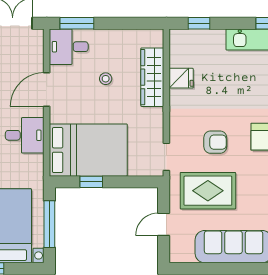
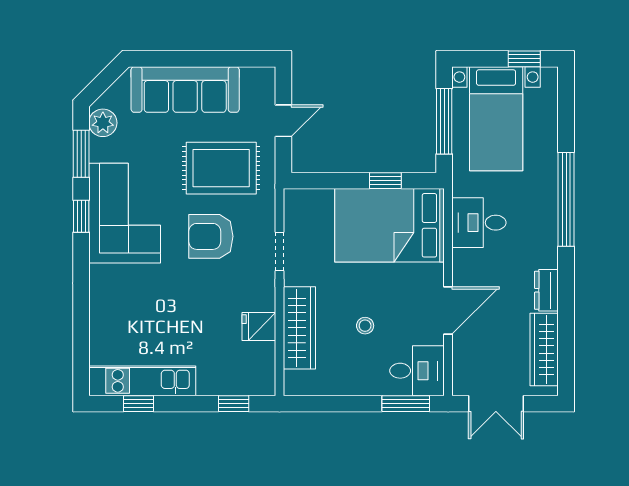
desk: (25, 135) -> (479, 223), moved
armchair: (215, 142) -> (211, 236), width x1.38, depth x1.38
doorway: (166, 157) -> (279, 252), moved

